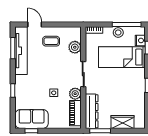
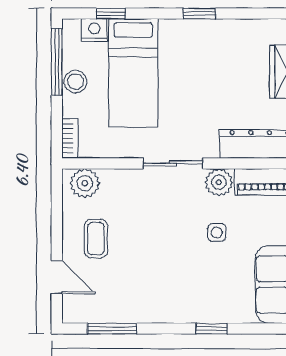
door: (35, 24) -> (57, 277), swing flipped
plant: (75, 47) -> (85, 183), moved
tv unit: (21, 51) -> (118, 309), removed

